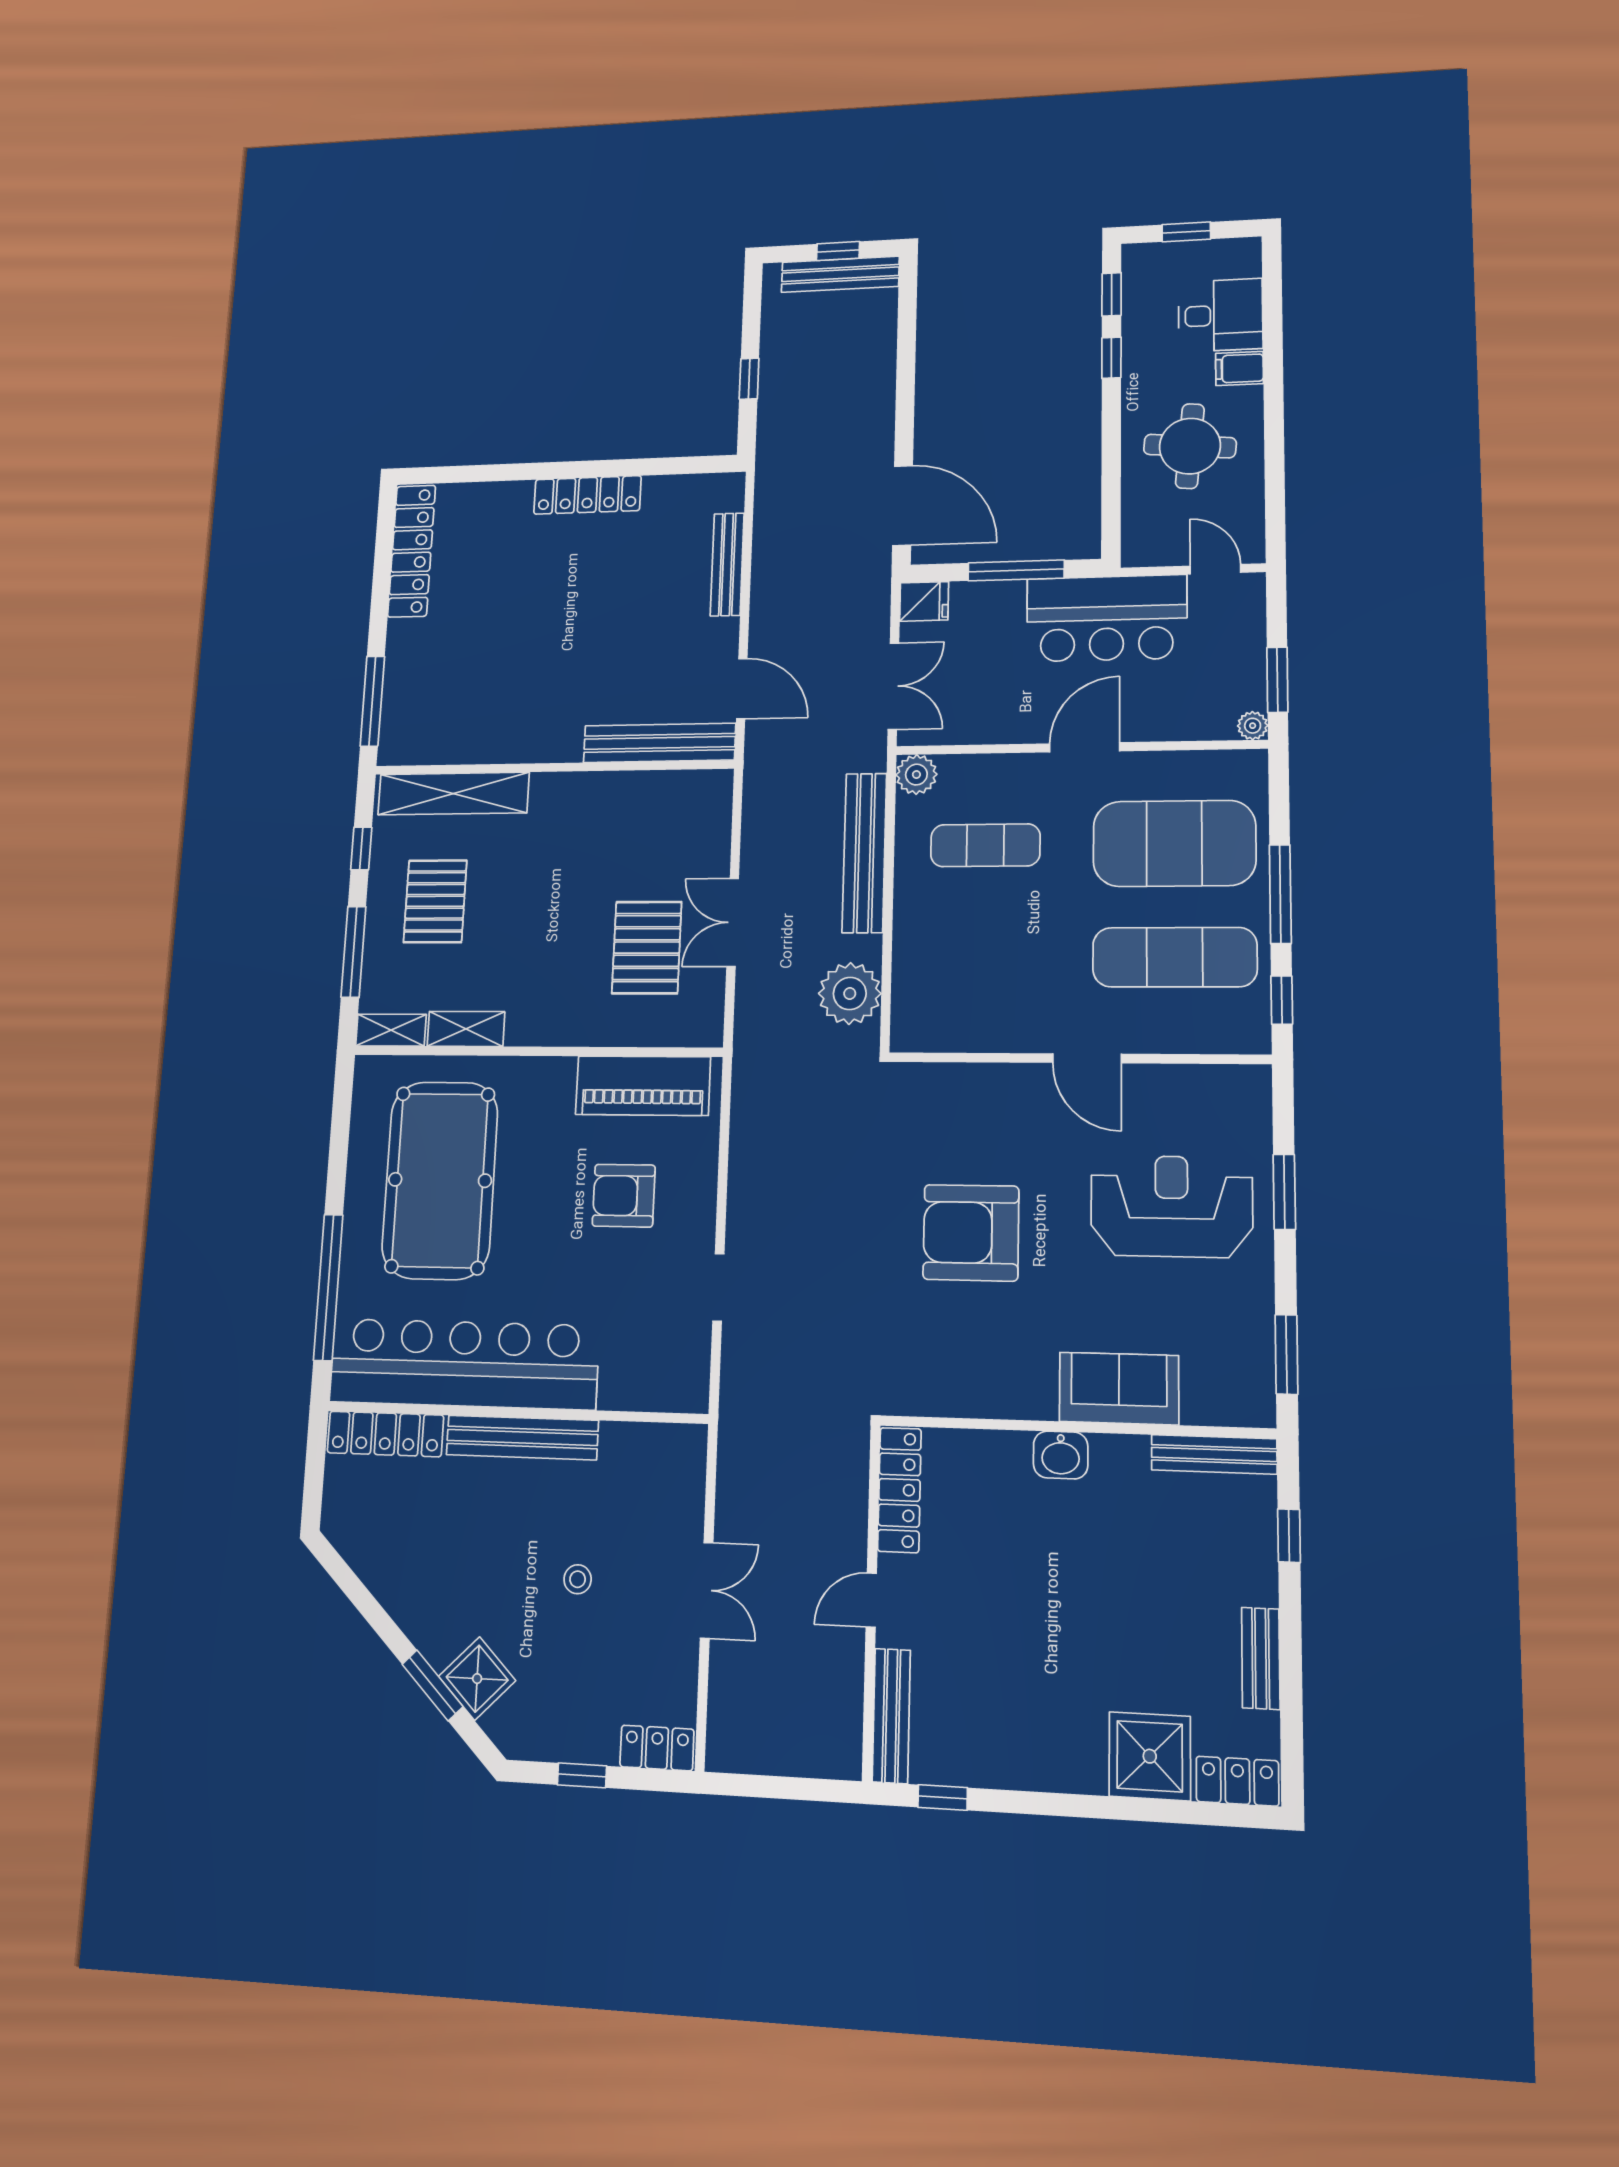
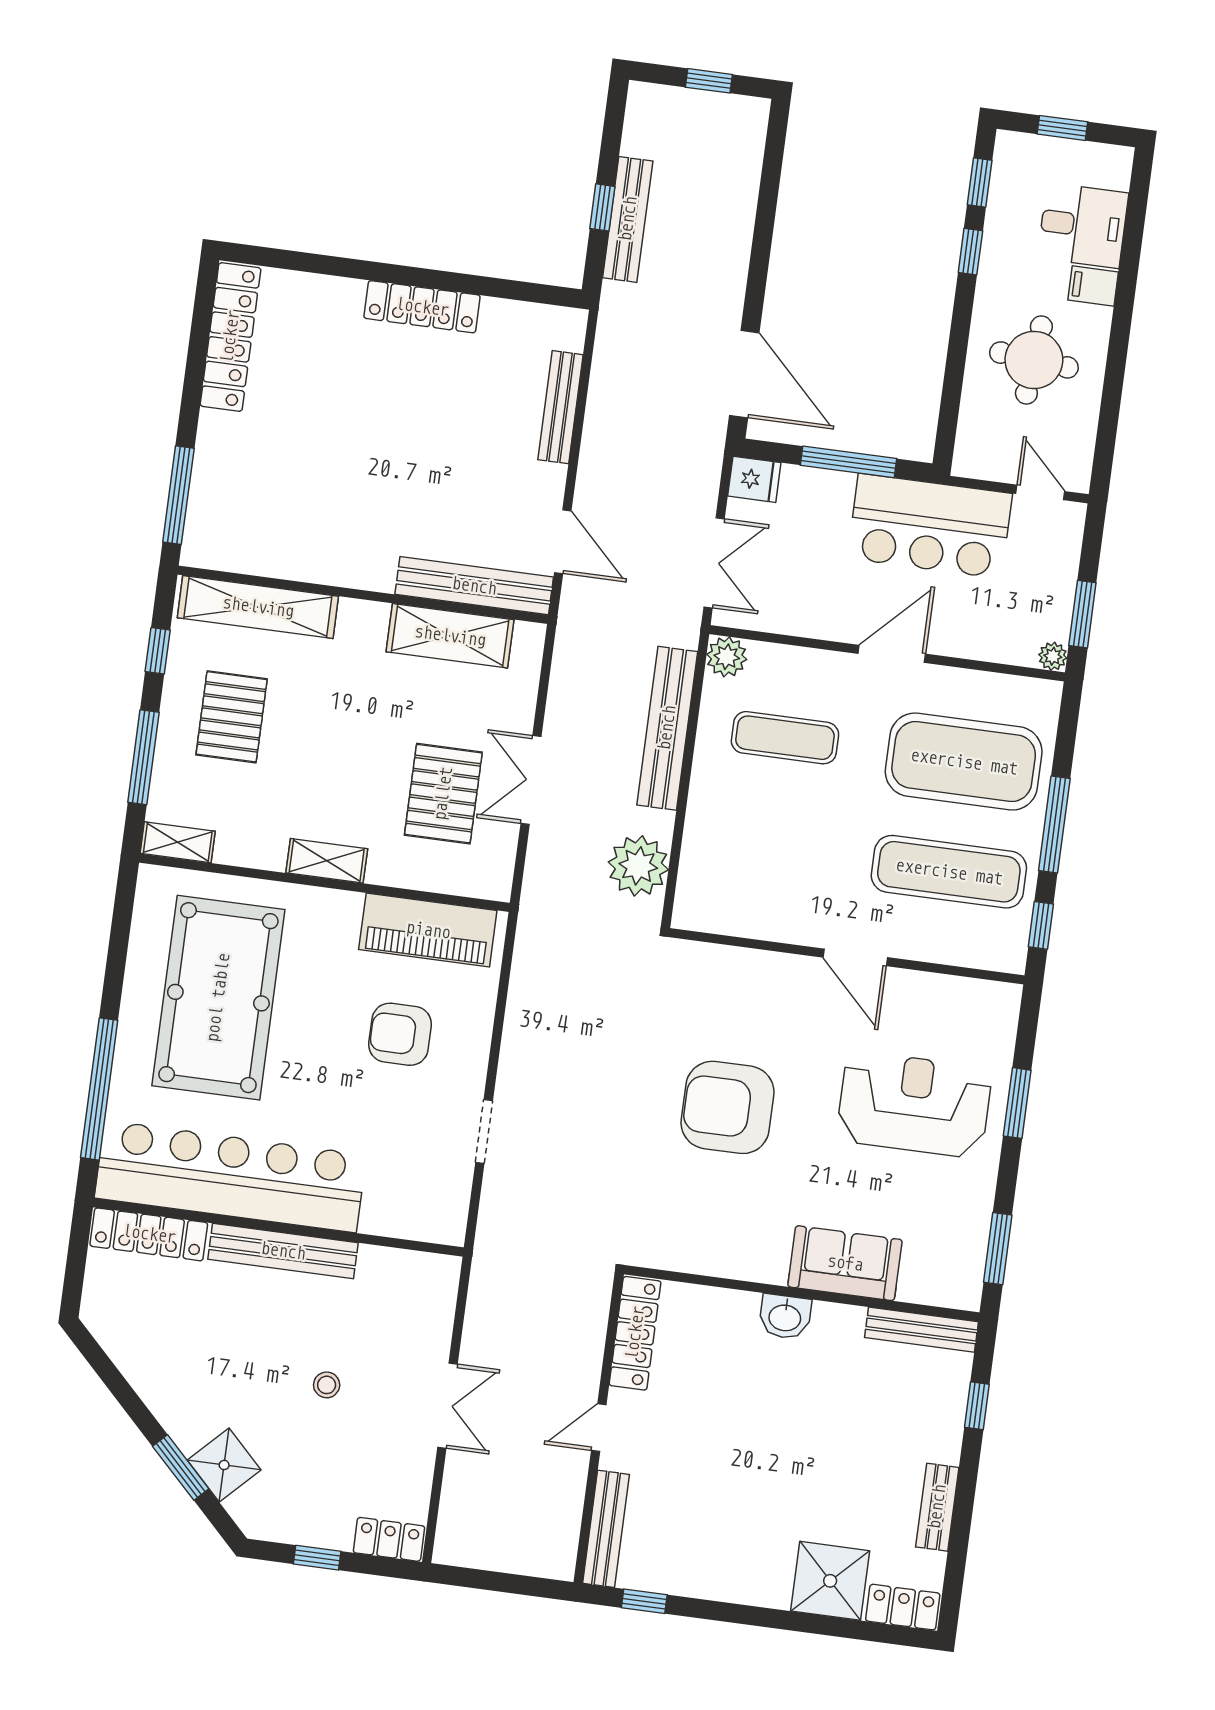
bench: (840, 274) -> (628, 219), moved, turned 90
shelving: (640, 794) -> (450, 636), added
shelving: (466, 1029) -> (327, 861), moved

